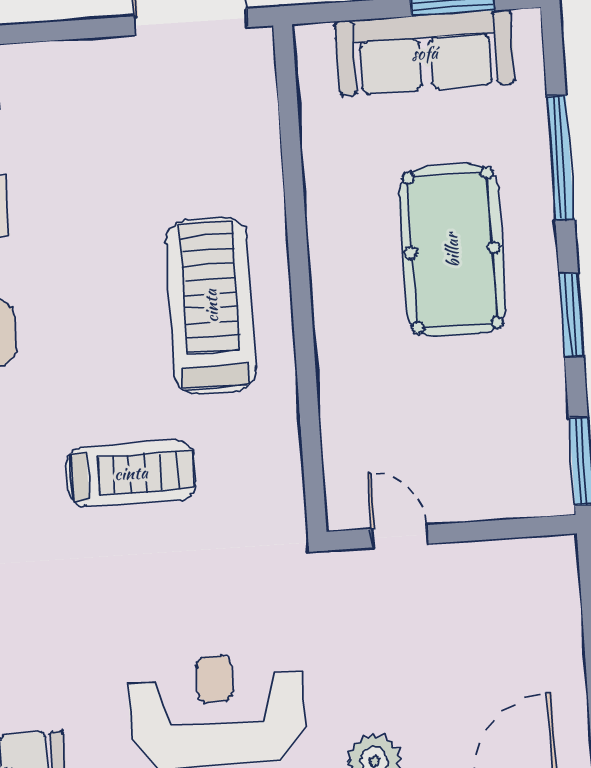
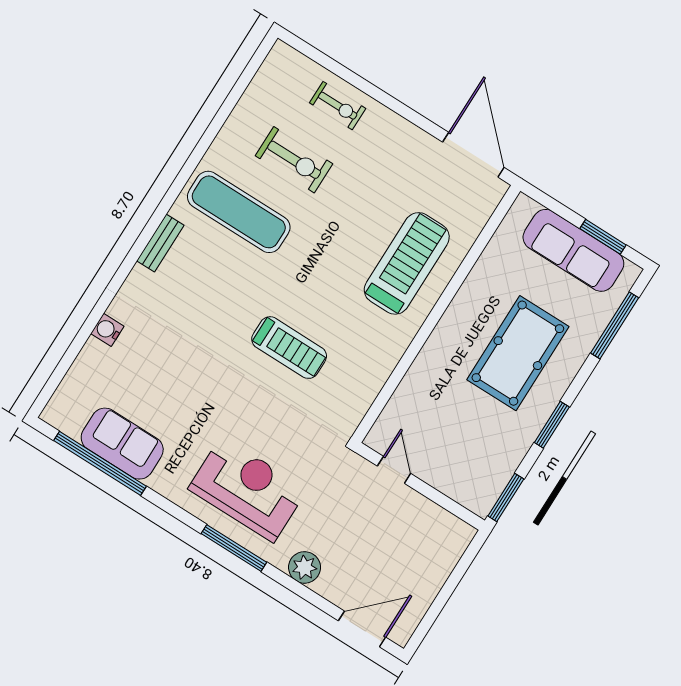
window: (561, 158) -> (615, 325), moved
treadmill: (211, 306) -> (407, 263), moved

